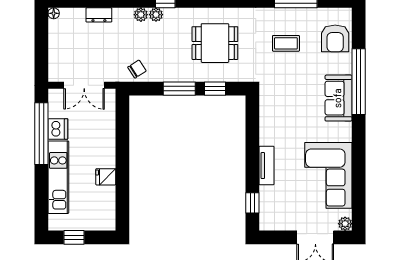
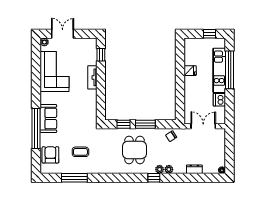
dining table: (215, 43) -> (135, 150), moved, turned 90
window: (41, 134) -> (229, 70), moved

